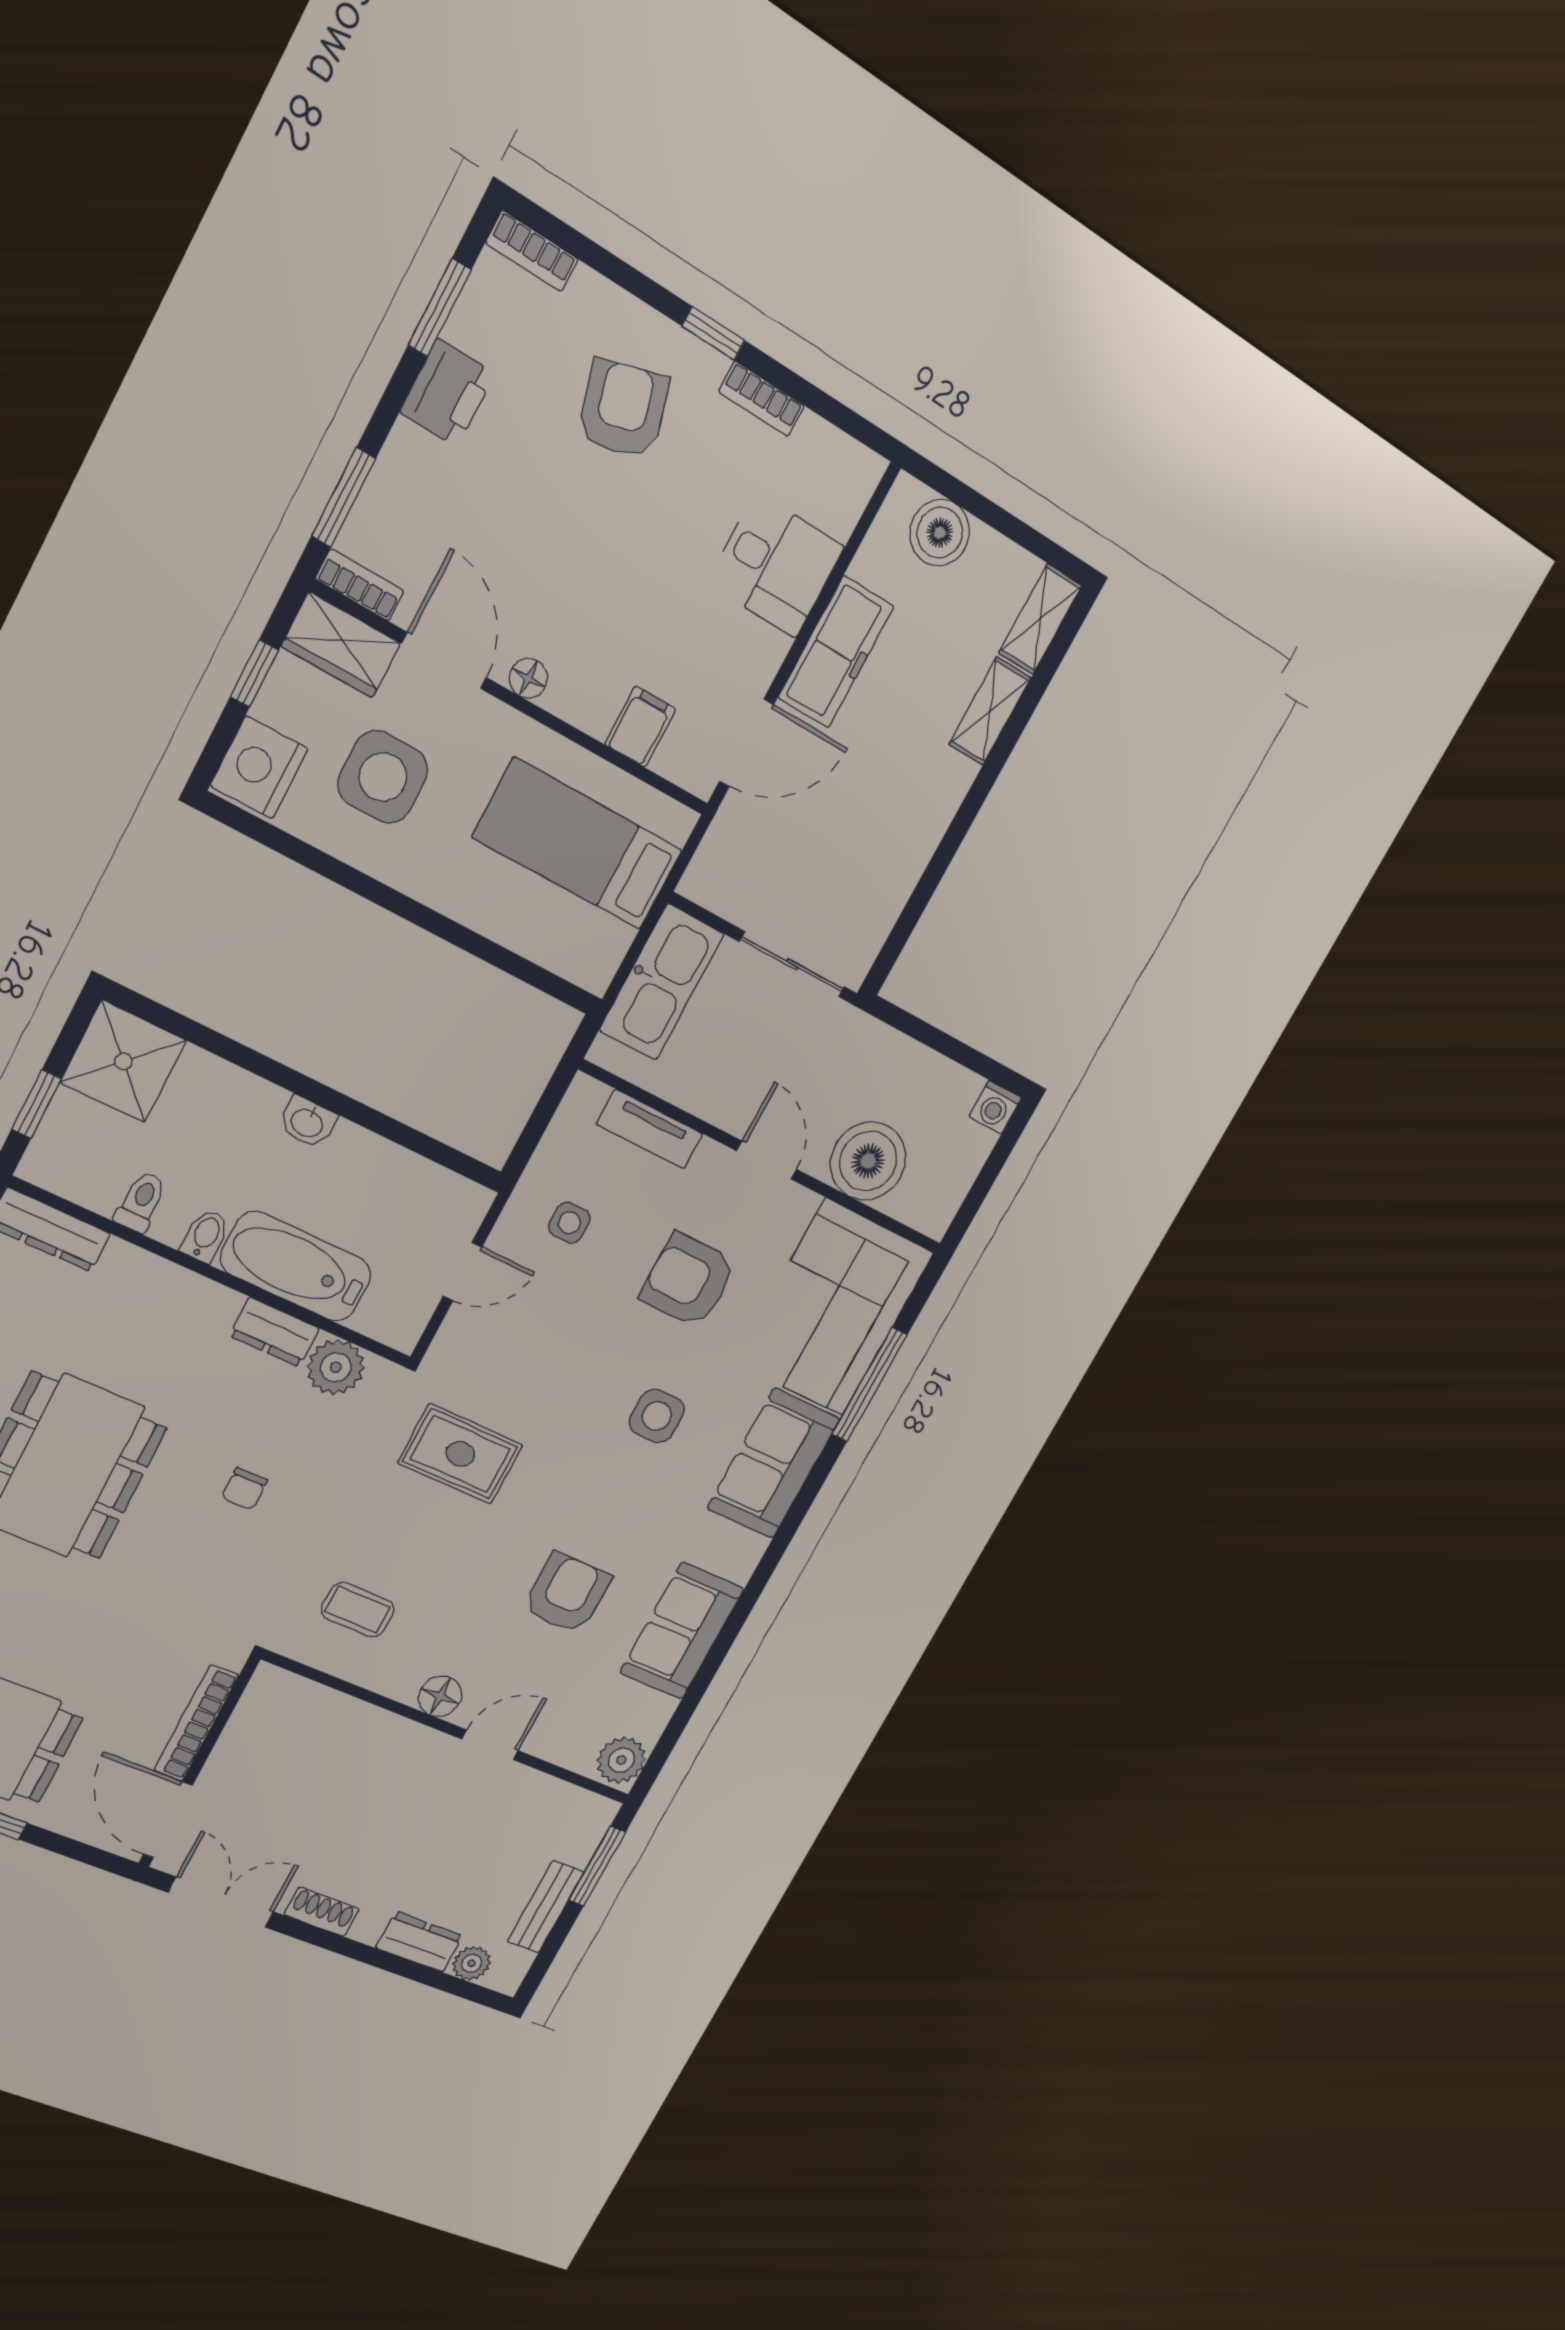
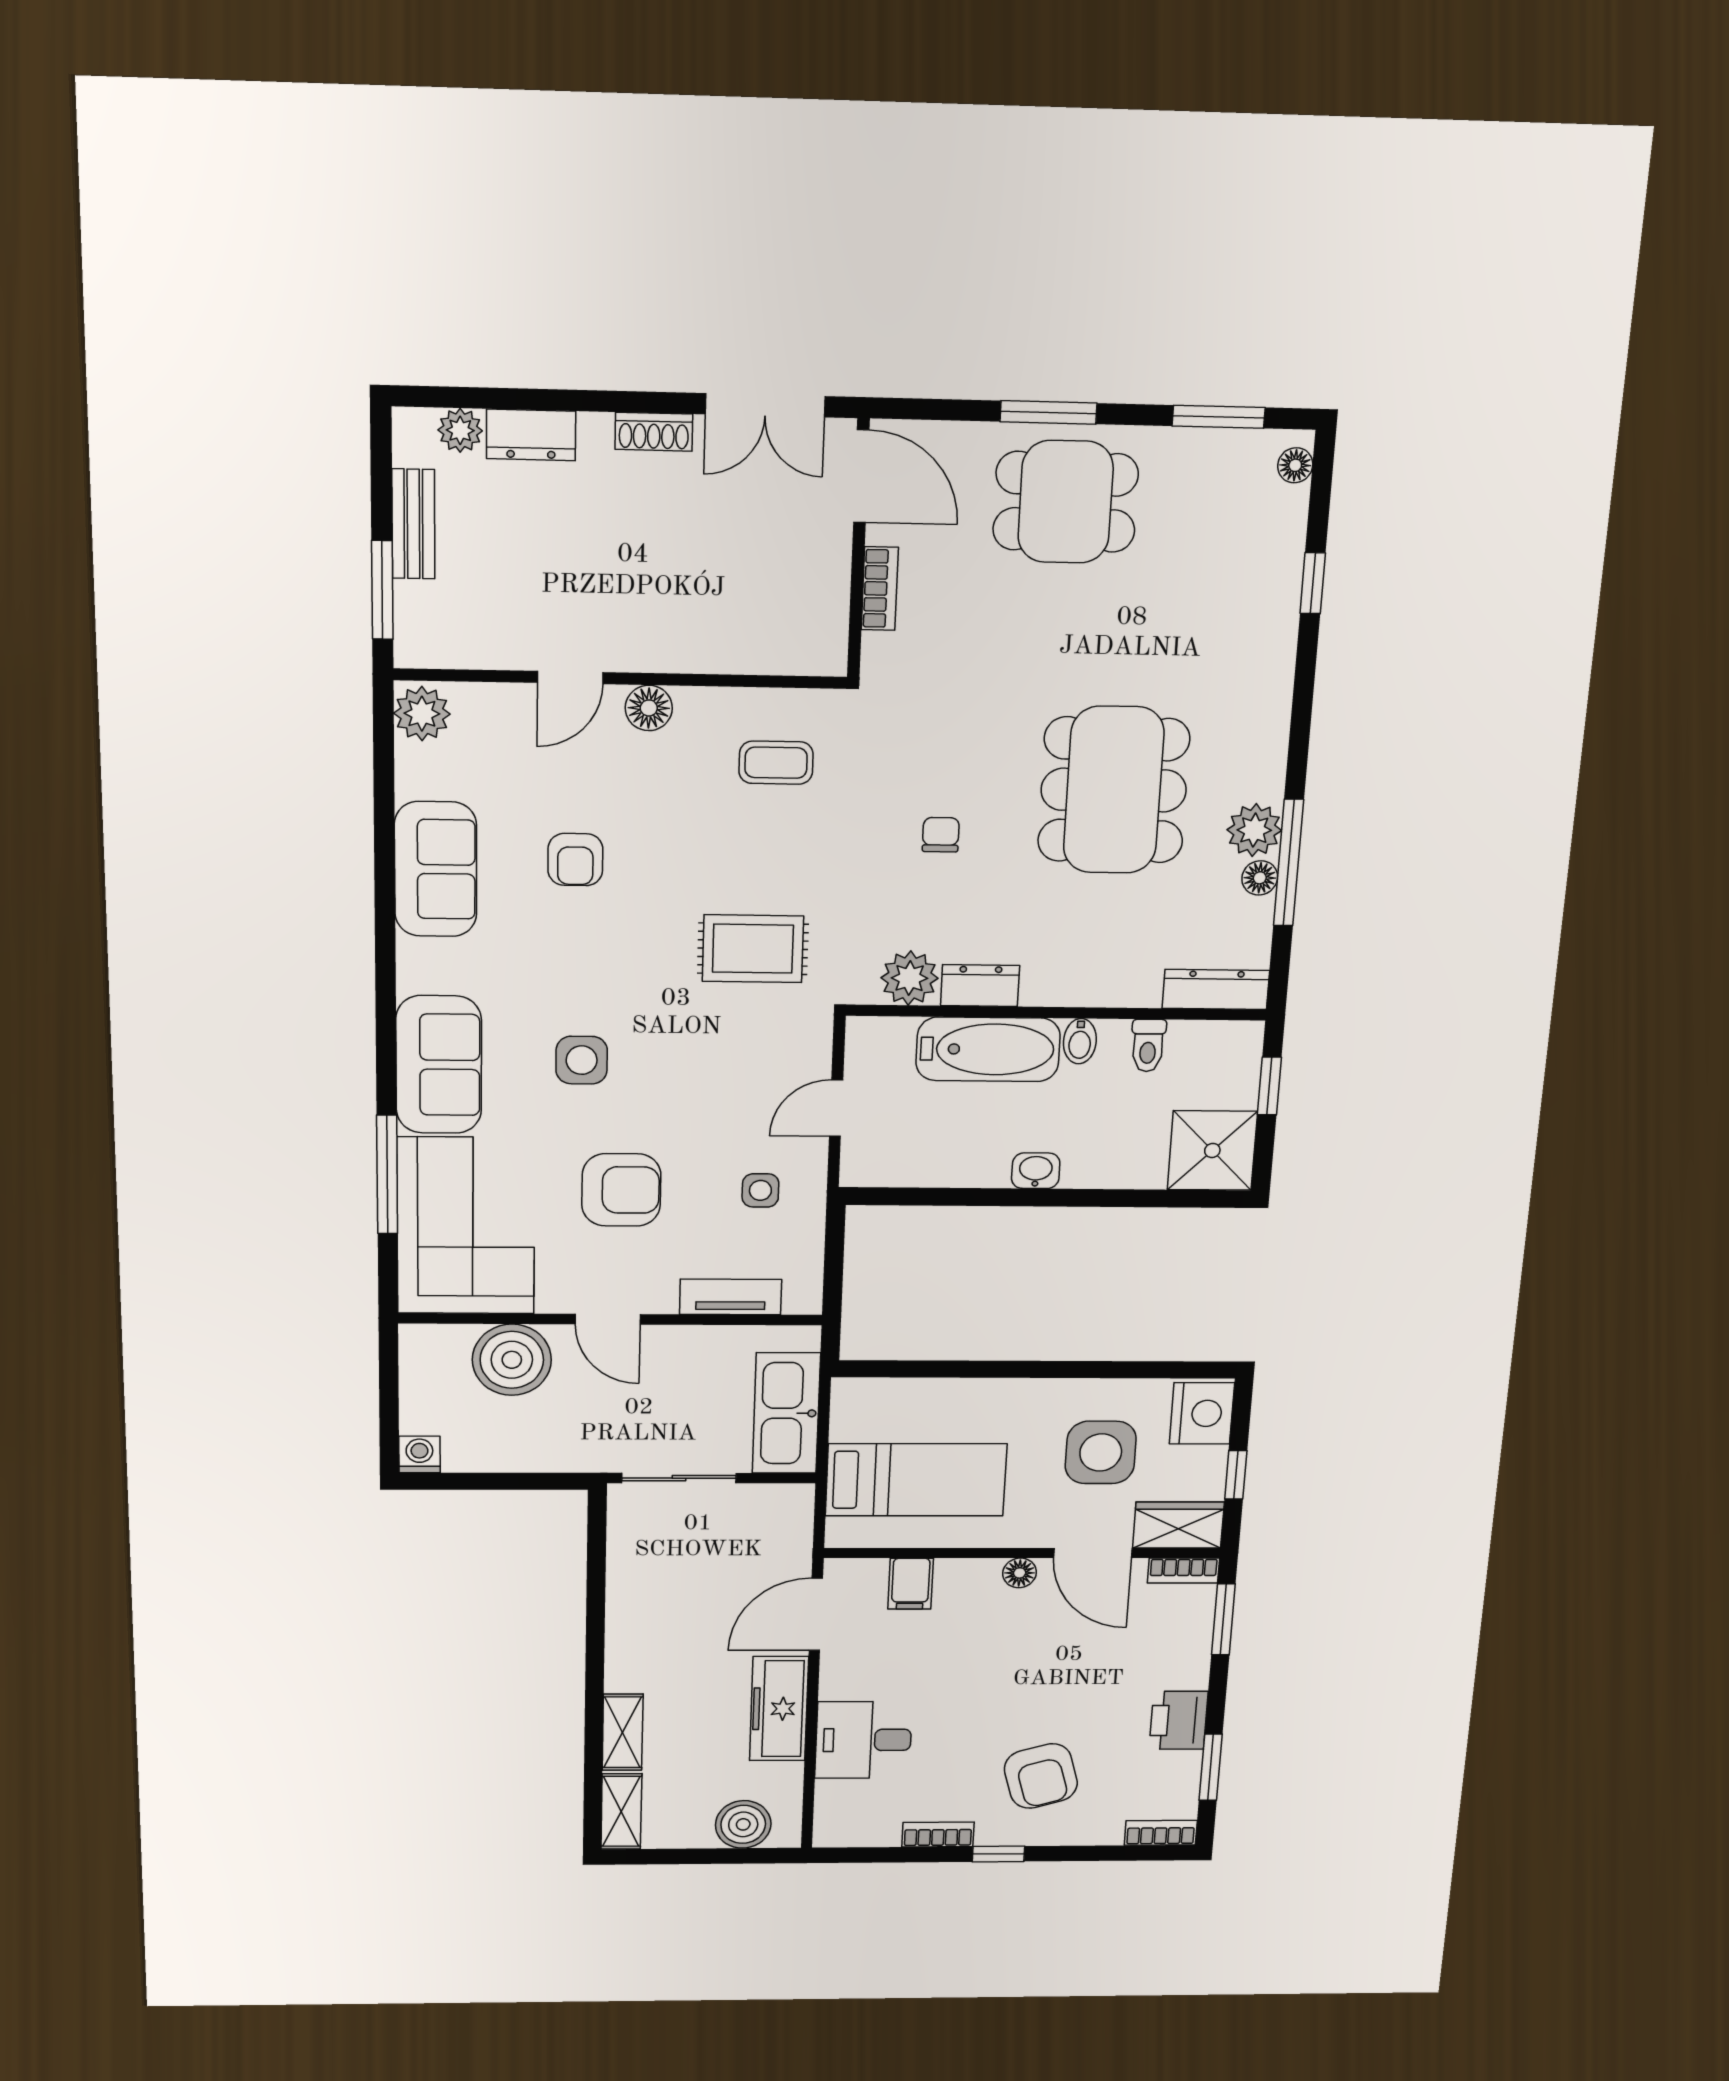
armchair: (567, 1594) -> (575, 860), width x0.72, depth x0.72
bookcase: (196, 1723) -> (880, 588), width x0.64

